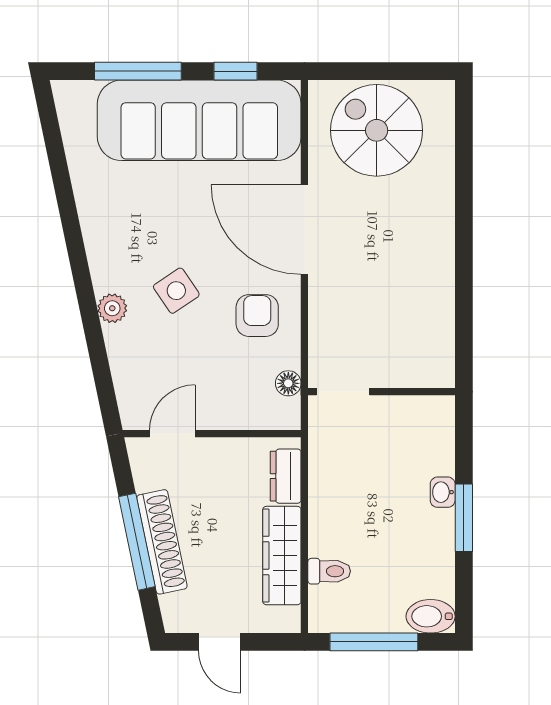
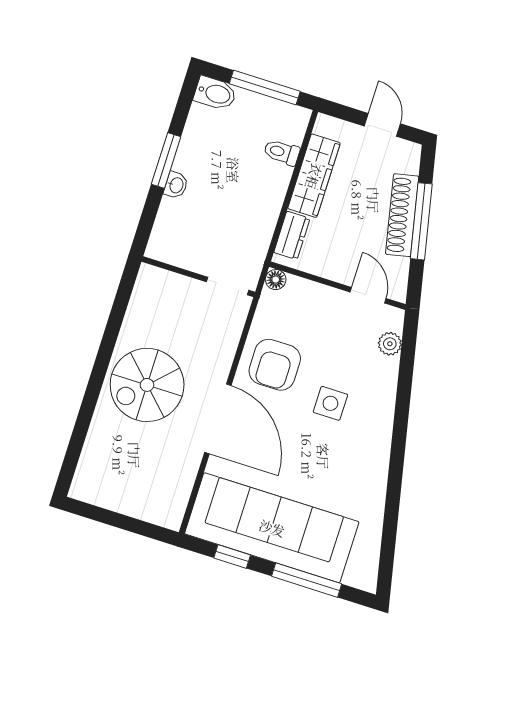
spiral stairs: (377, 130) -> (147, 385), moved, turned 90
side table: (176, 291) -> (330, 403), turned 34
plant: (112, 308) -> (390, 344), moved
armchair: (257, 316) -> (275, 365), width x1.38, depth x1.38
floor lamp: (288, 383) -> (276, 280), moved
door: (172, 434) -> (368, 295), swing flipped

